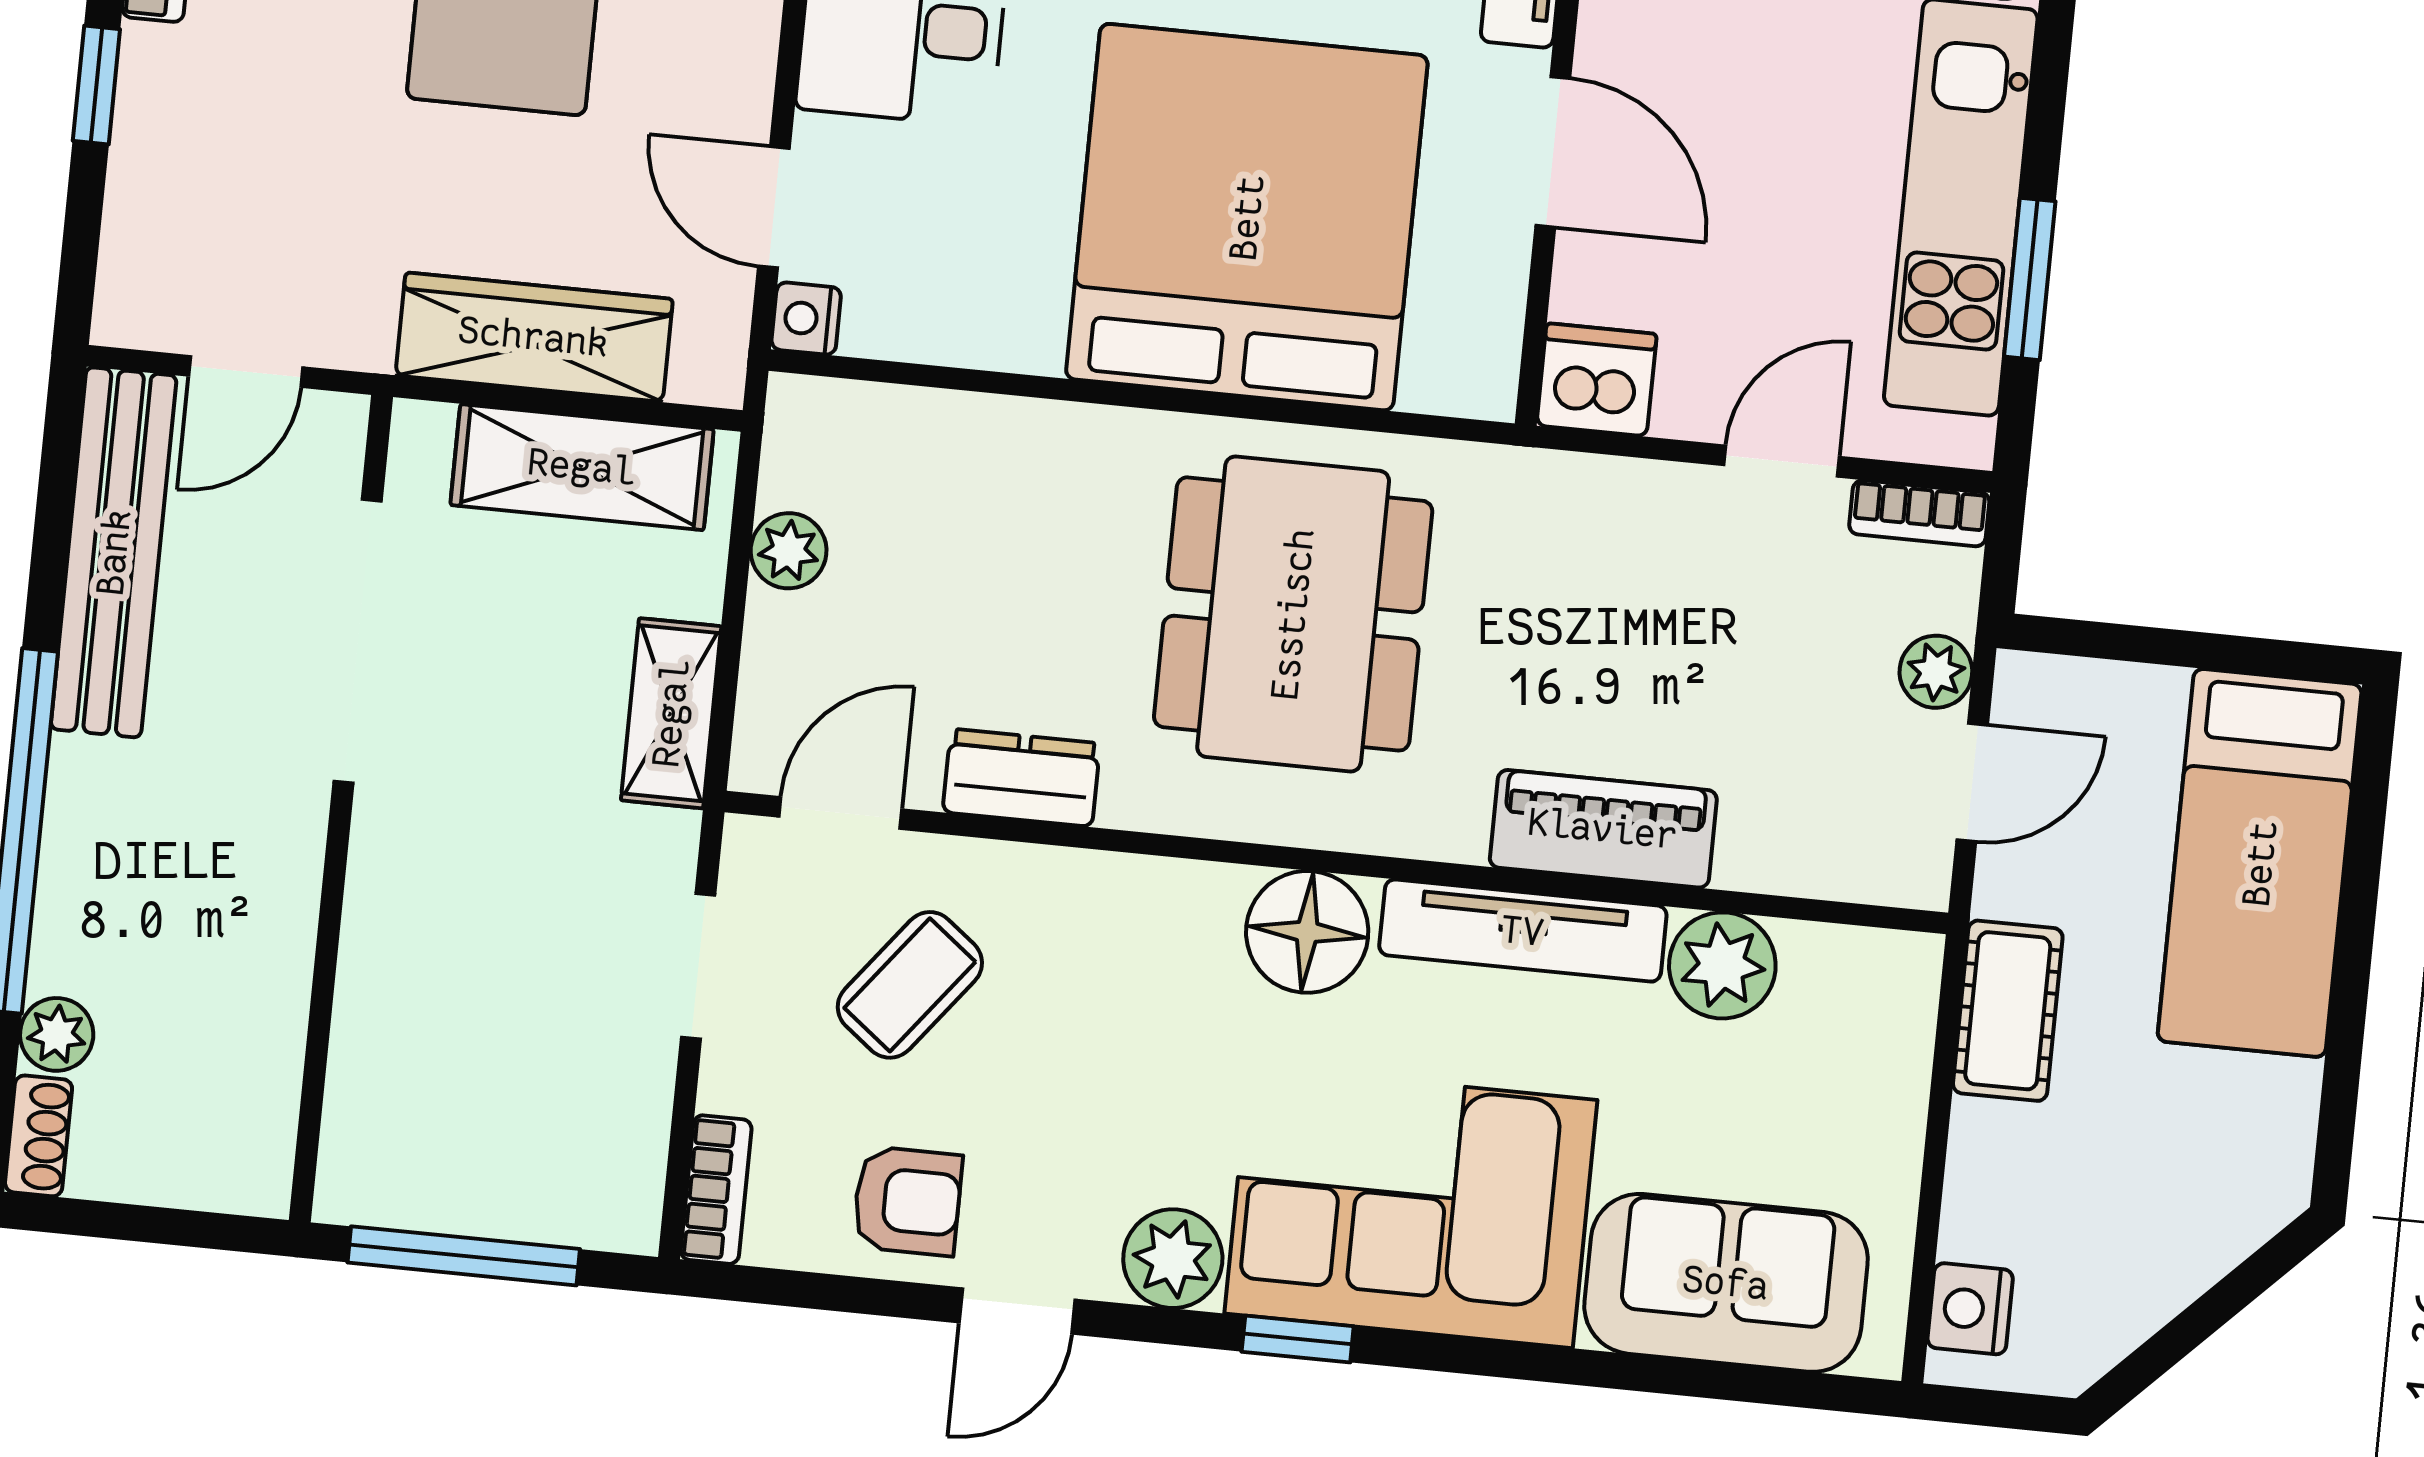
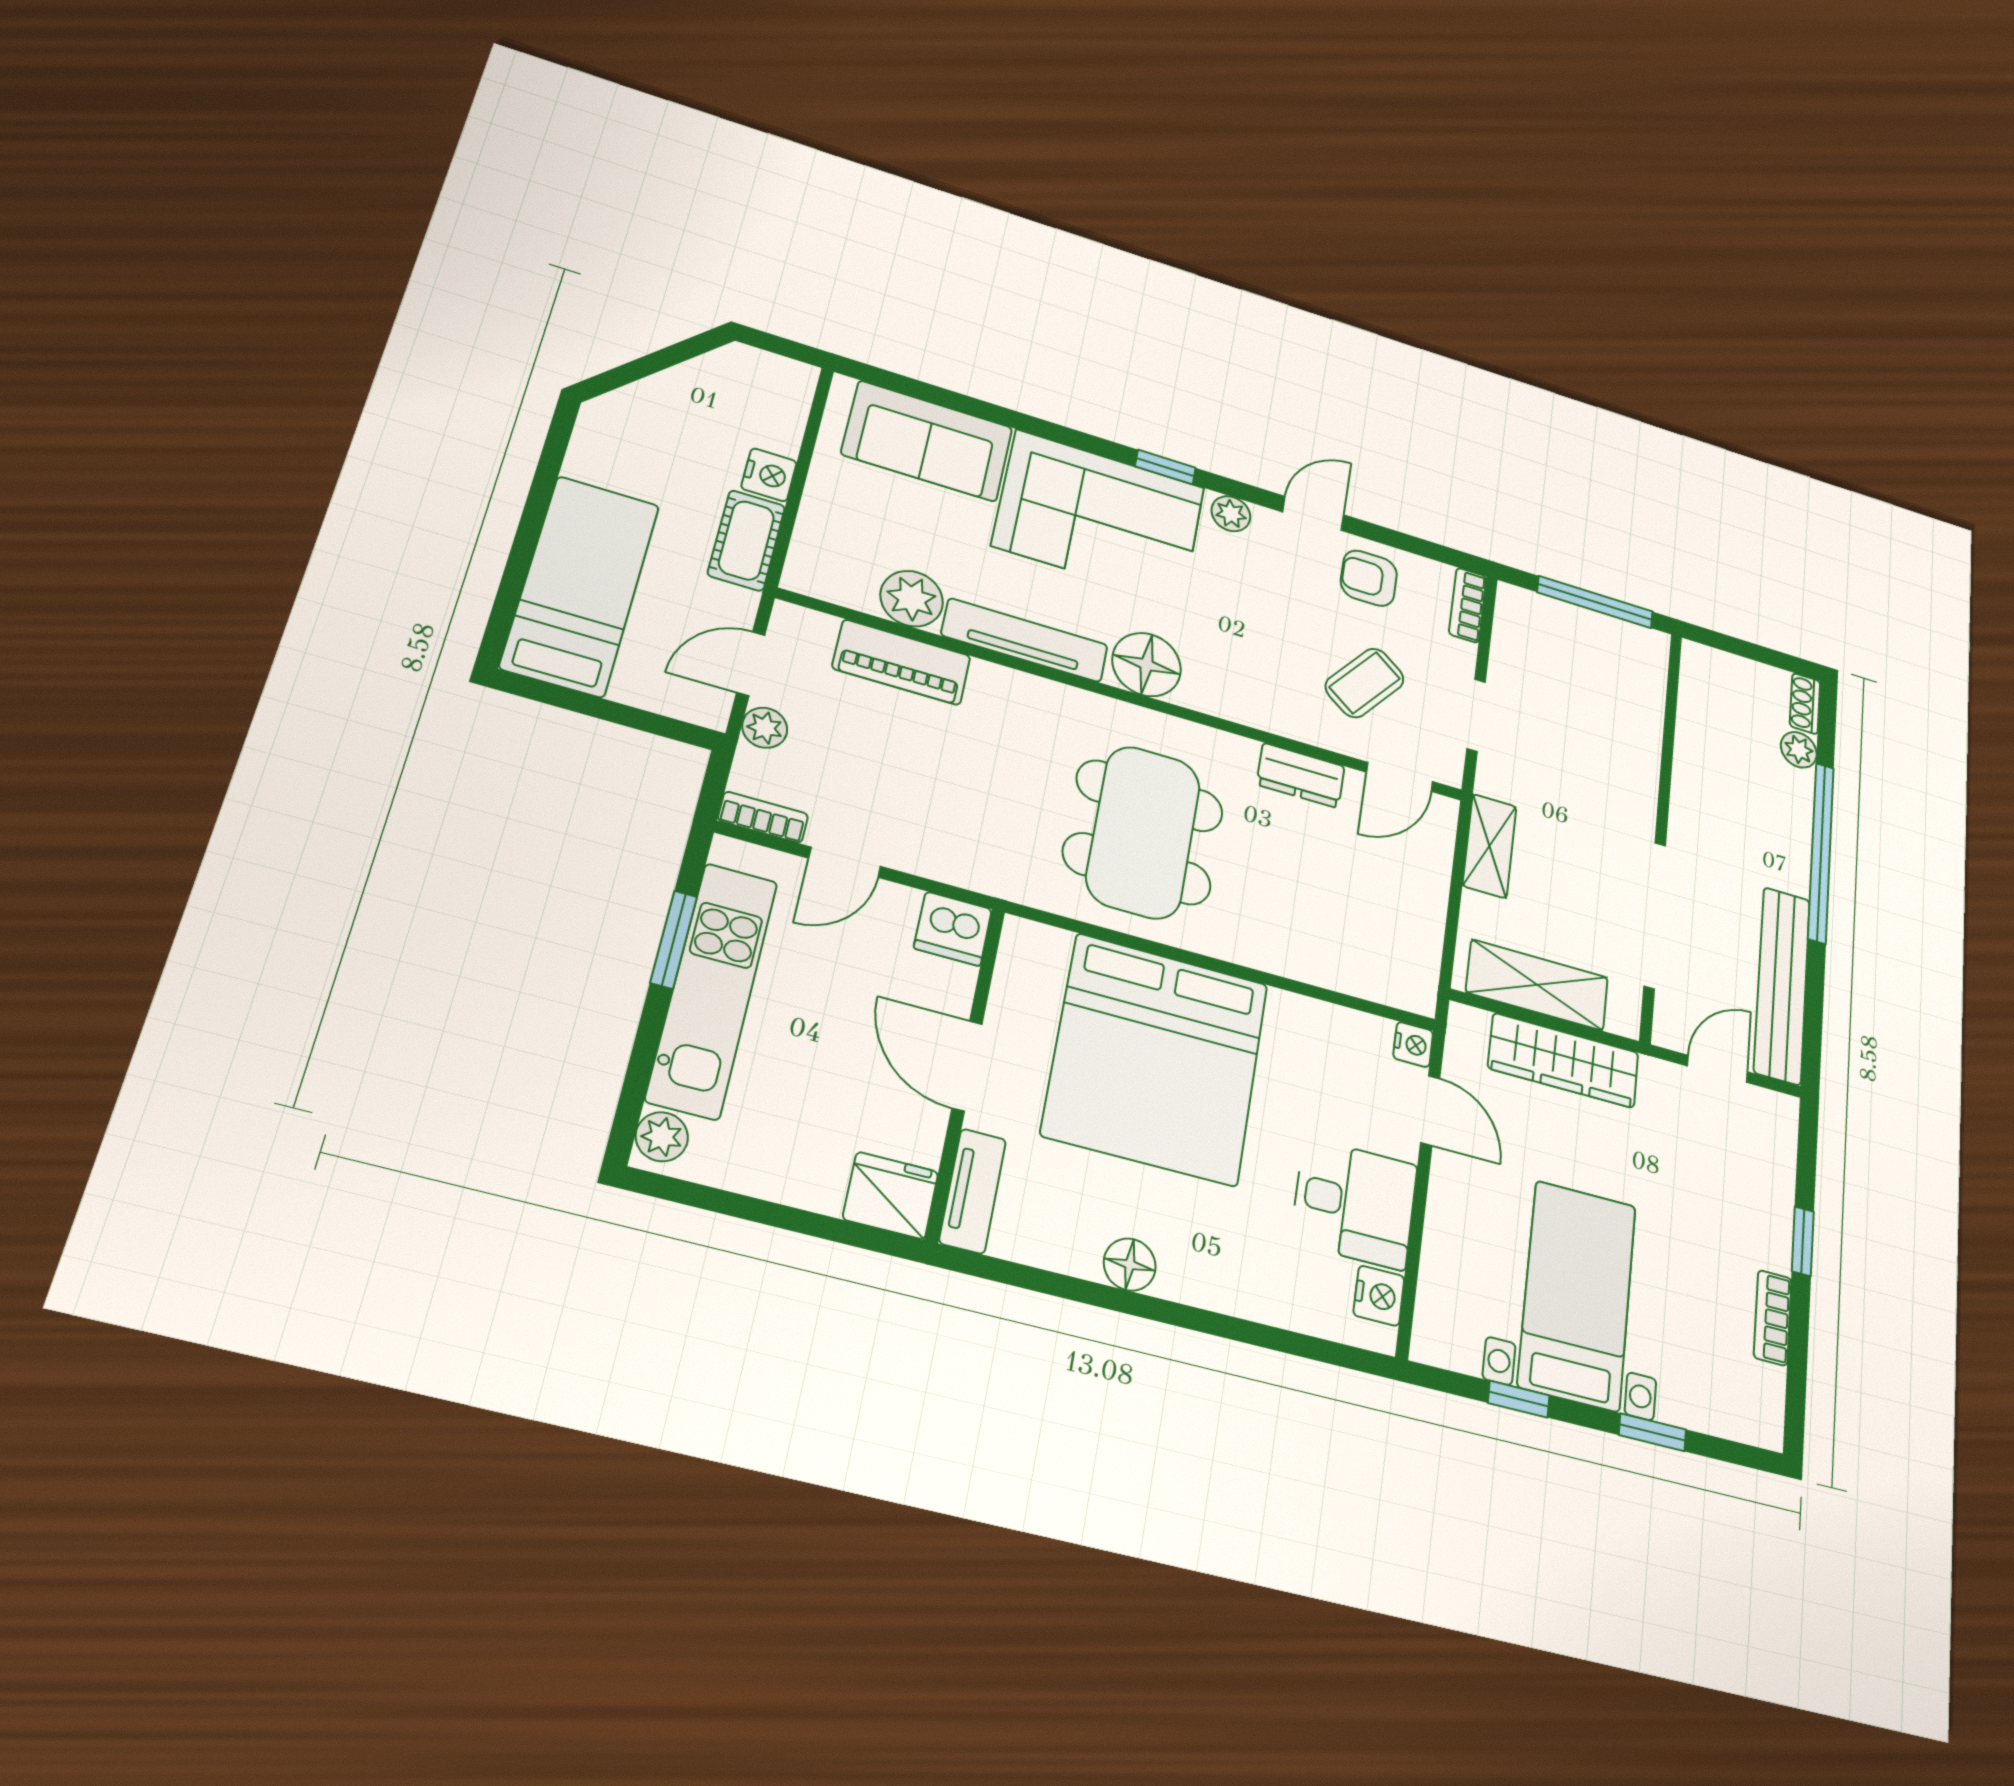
plant: (789, 551) -> (1425, 919), removed
piano: (1603, 829) -> (902, 662), moved
plant: (1173, 1259) -> (1231, 514), width x0.73, depth x0.73
nightstand: (1970, 1309) -> (769, 475), moved

